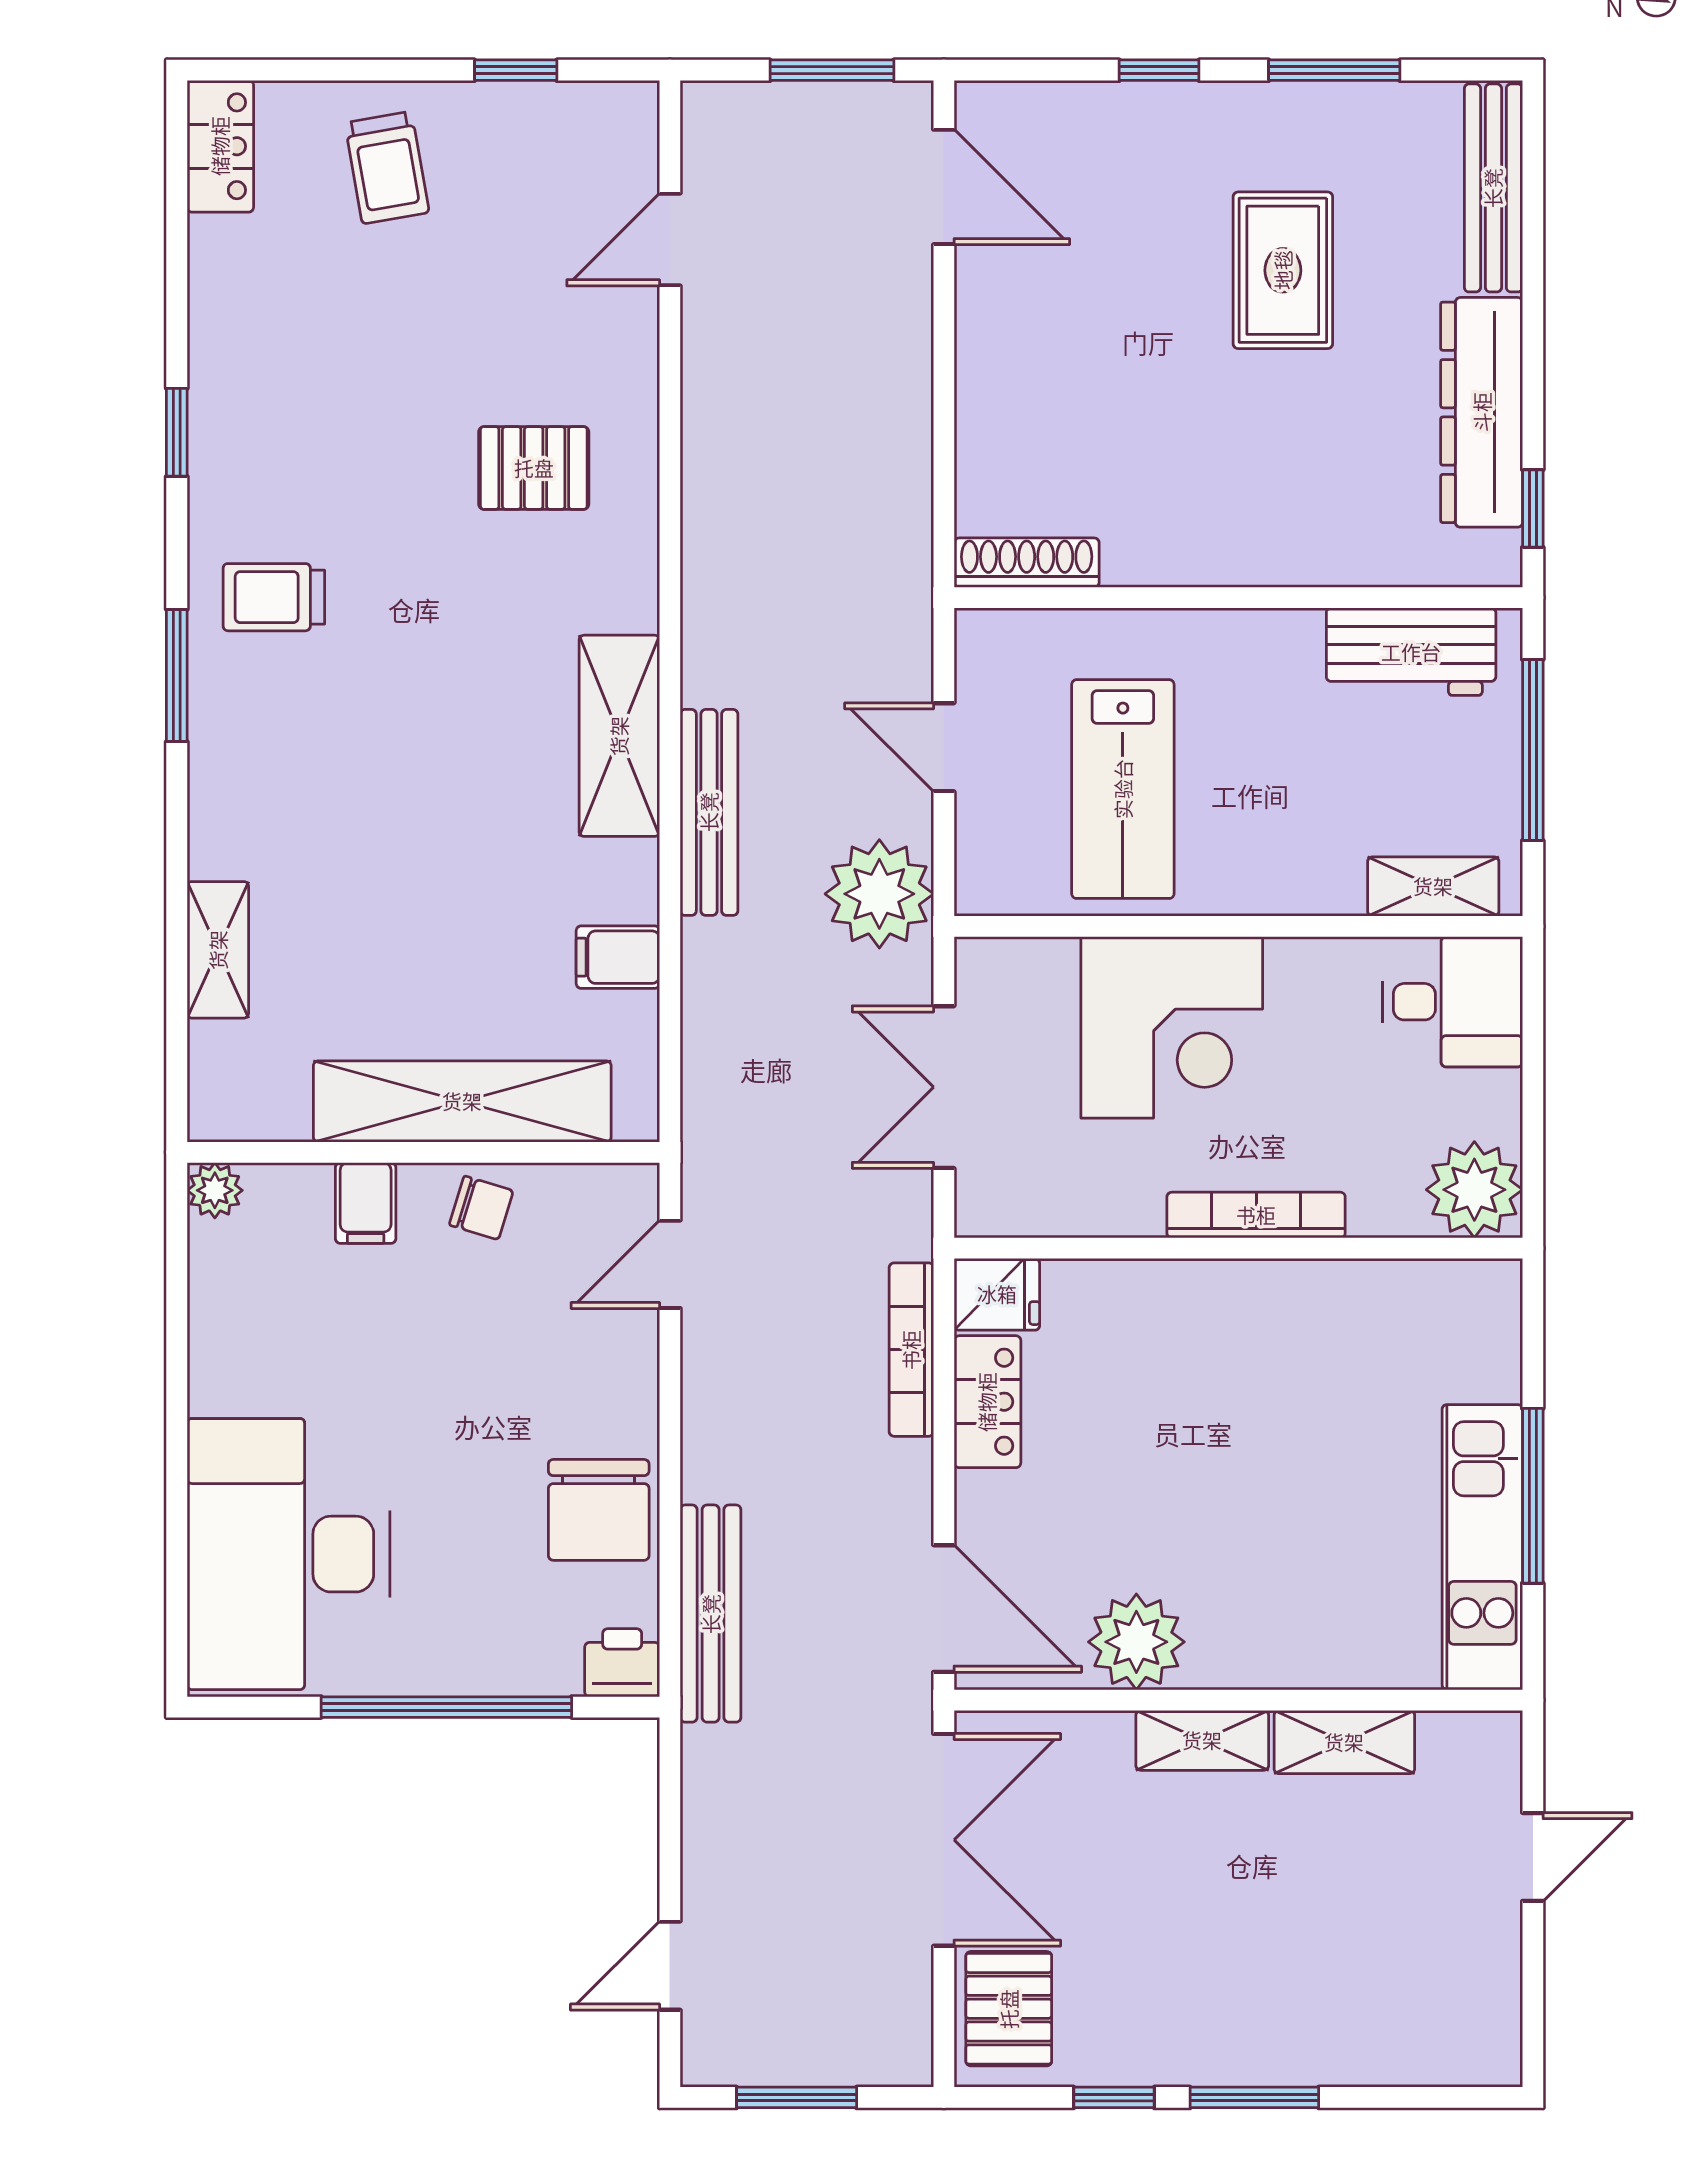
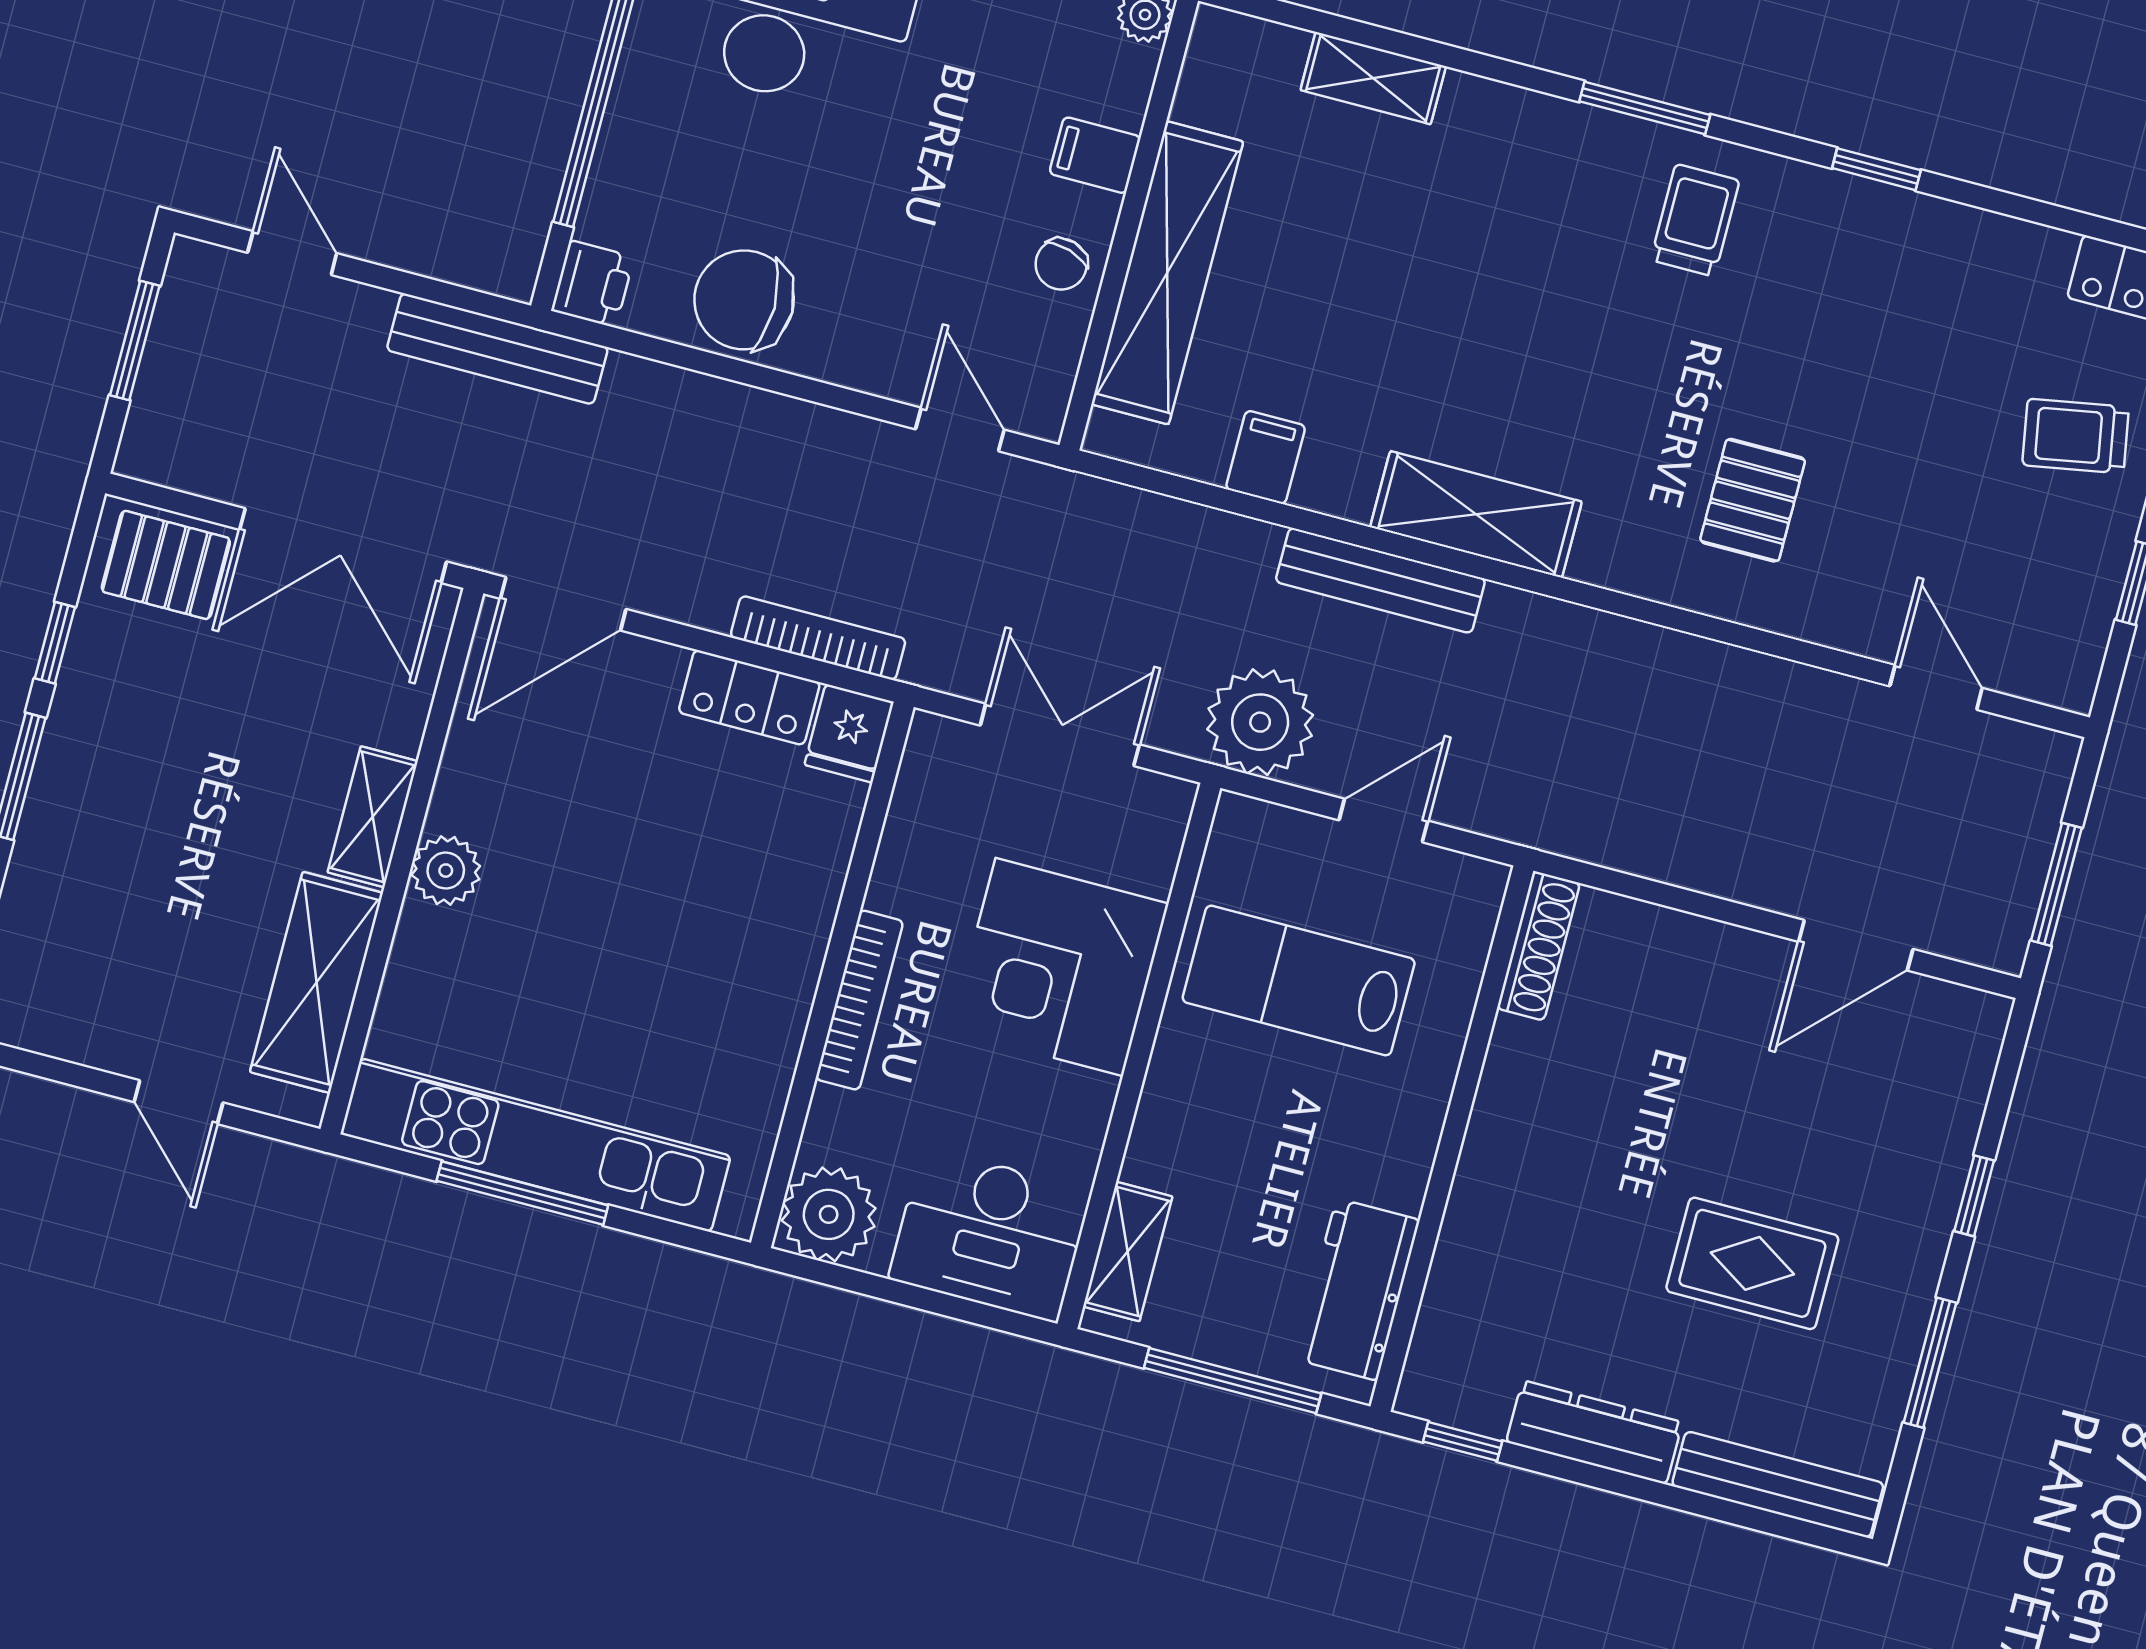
door: (944, 187) -> (1856, 945), moved
dresser: (1482, 412) -> (1594, 1432), width x0.73, depth x0.80
desk: (1452, 1002) -> (990, 1235), width x1.37
kitchen unit: (1482, 1547) -> (536, 1145), width x1.36
bench: (711, 1614) -> (497, 349), moved
plant: (1136, 1642) -> (446, 871), moved, width x0.73, depth x0.73
shelving: (1344, 1742) -> (316, 982), width x1.50, depth x1.33

